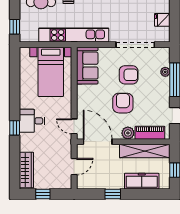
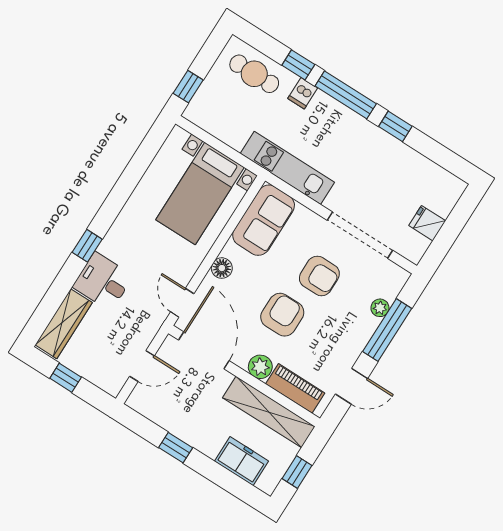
kitchen unit: (74, 35) -> (287, 168), width x0.73
floor lamp: (82, 99) -> (222, 268), added
desk: (32, 121) -> (103, 281), moved
freezer: (142, 181) -> (241, 461), width x0.71

